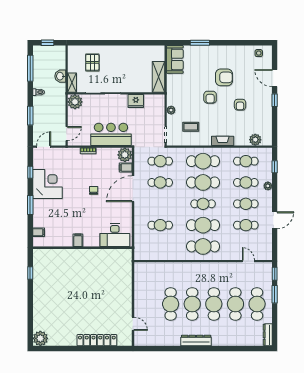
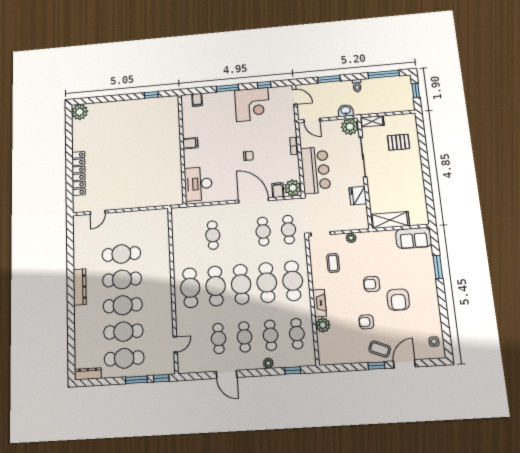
washbasin: (60, 76) -> (346, 111), moved
coffee table: (262, 96) -> (380, 349), added
plant: (255, 140) -> (323, 325), moved
cafe table: (203, 204) -> (241, 284), width x1.37, depth x1.35

